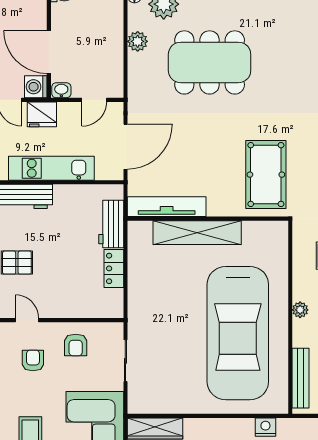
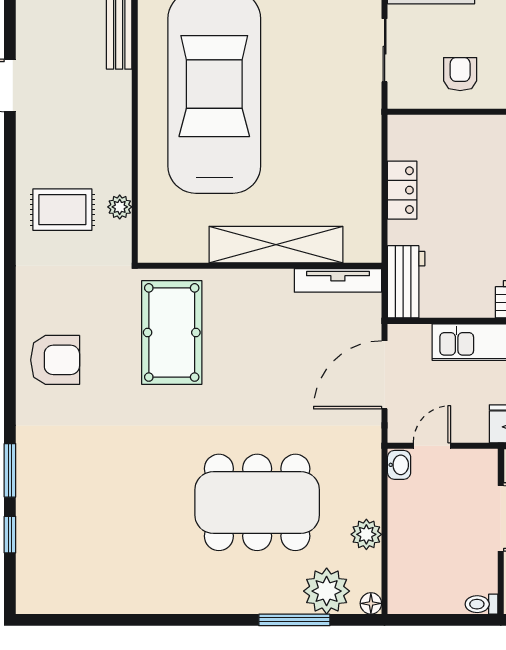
washbasin: (61, 90) -> (399, 465), moved, turned -90
tv unit: (167, 207) -> (338, 280), width x0.73, depth x0.78
workbench: (111, 224) -> (406, 282), moved
plant: (300, 310) -> (120, 207), moved

